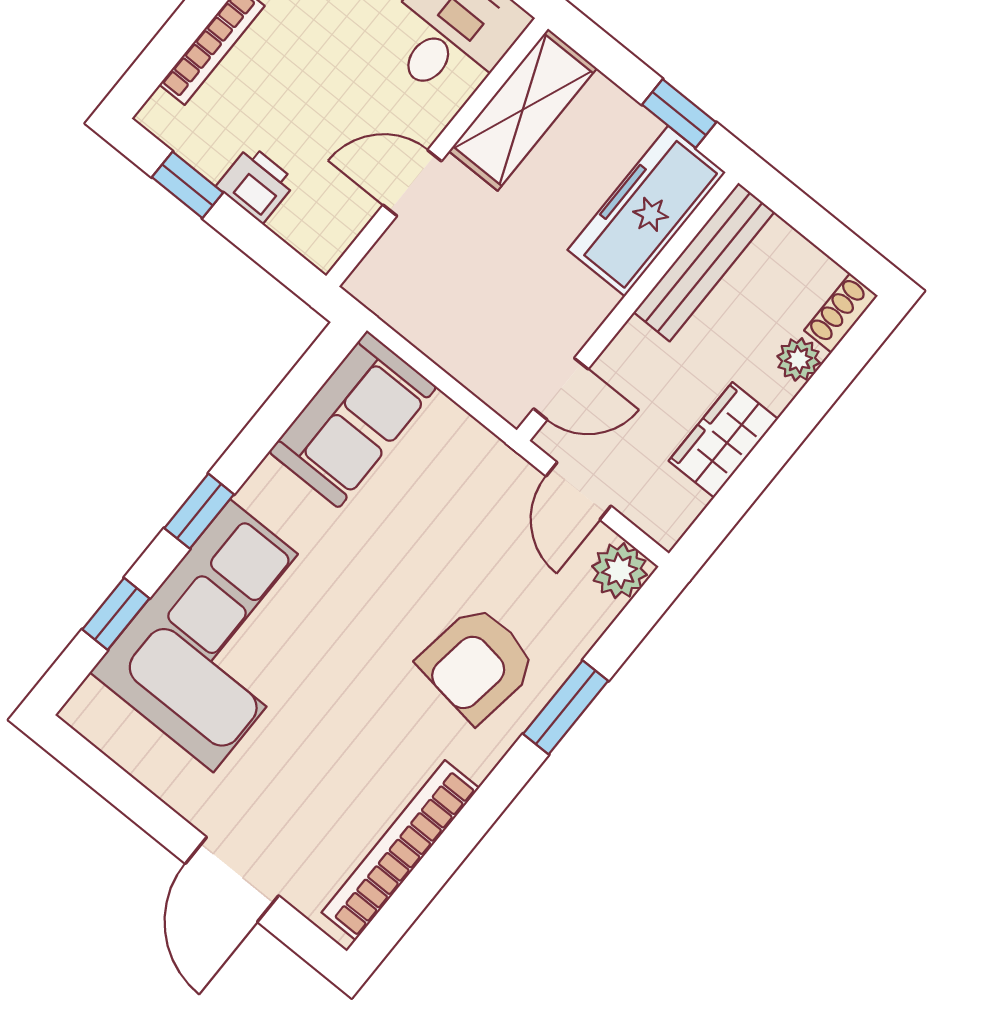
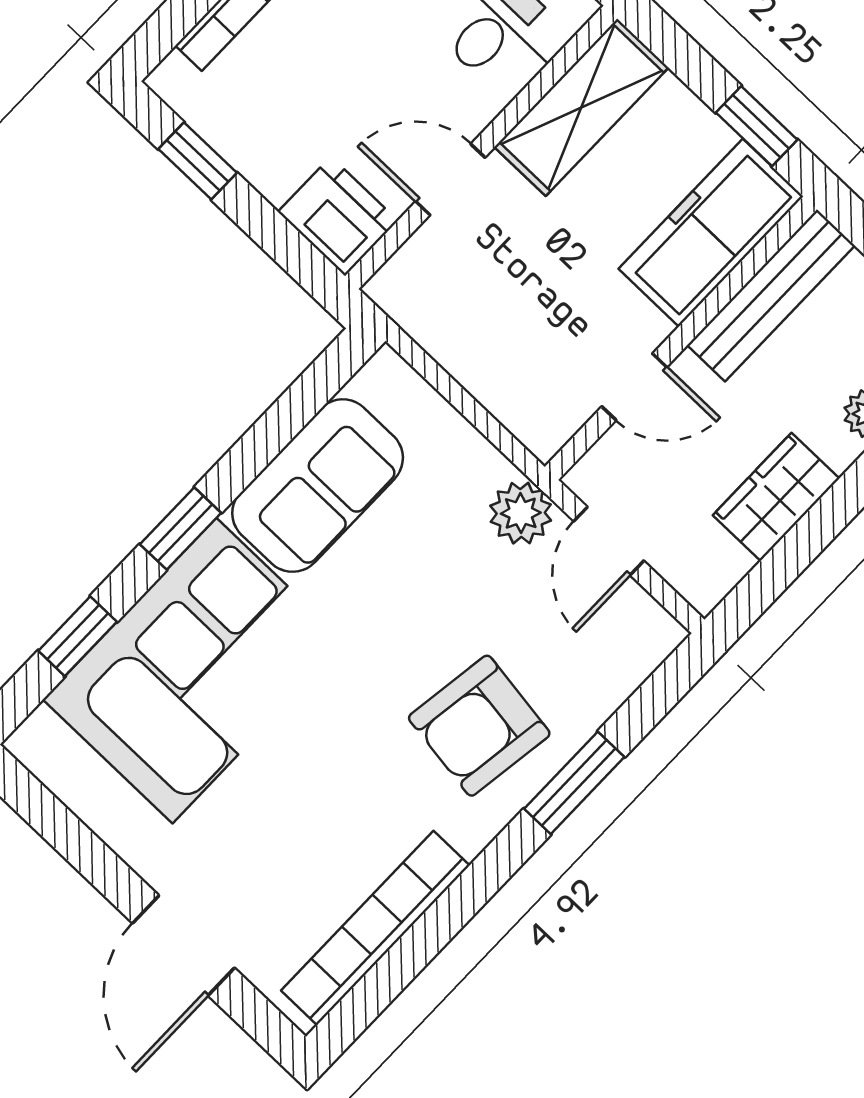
printer: (256, 184) -> (338, 216), moved, width x1.36, depth x1.24
door: (561, 389) -> (634, 387), moved
sofa: (353, 419) -> (318, 486), moved
plant: (620, 571) -> (521, 513), moved

